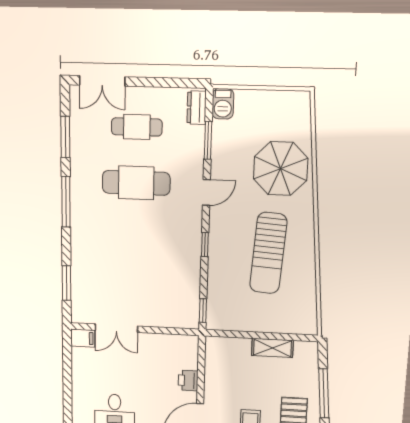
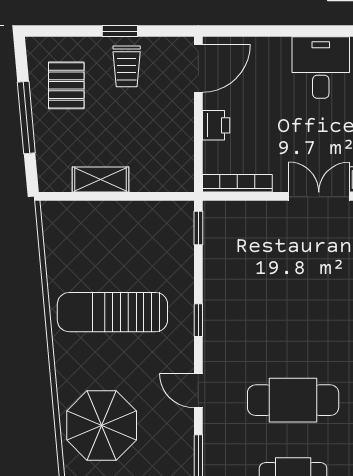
door: (206, 192) -> (198, 391), hinge flipped
sun lounger: (268, 253) -> (112, 312), turned -94
bookcase: (174, 340) -> (237, 183), added

